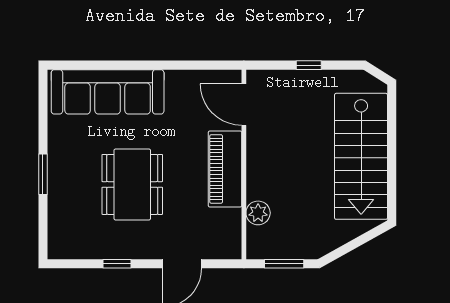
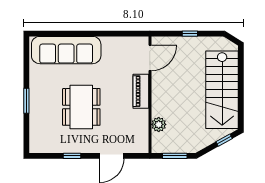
door: (244, 105) -> (150, 58), swing flipped
piano: (225, 169) -> (141, 91), width x0.73, depth x0.75
window: (364, 238) -> (224, 140), added

